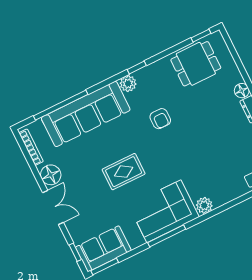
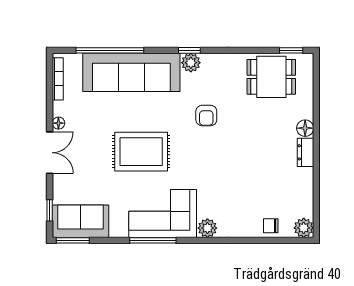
window: (137, 67) -> (189, 50), moved
rug: (124, 172) -> (141, 152), width x1.36, depth x1.43
floor lamp: (51, 175) -> (58, 123), width x0.53, depth x0.53

